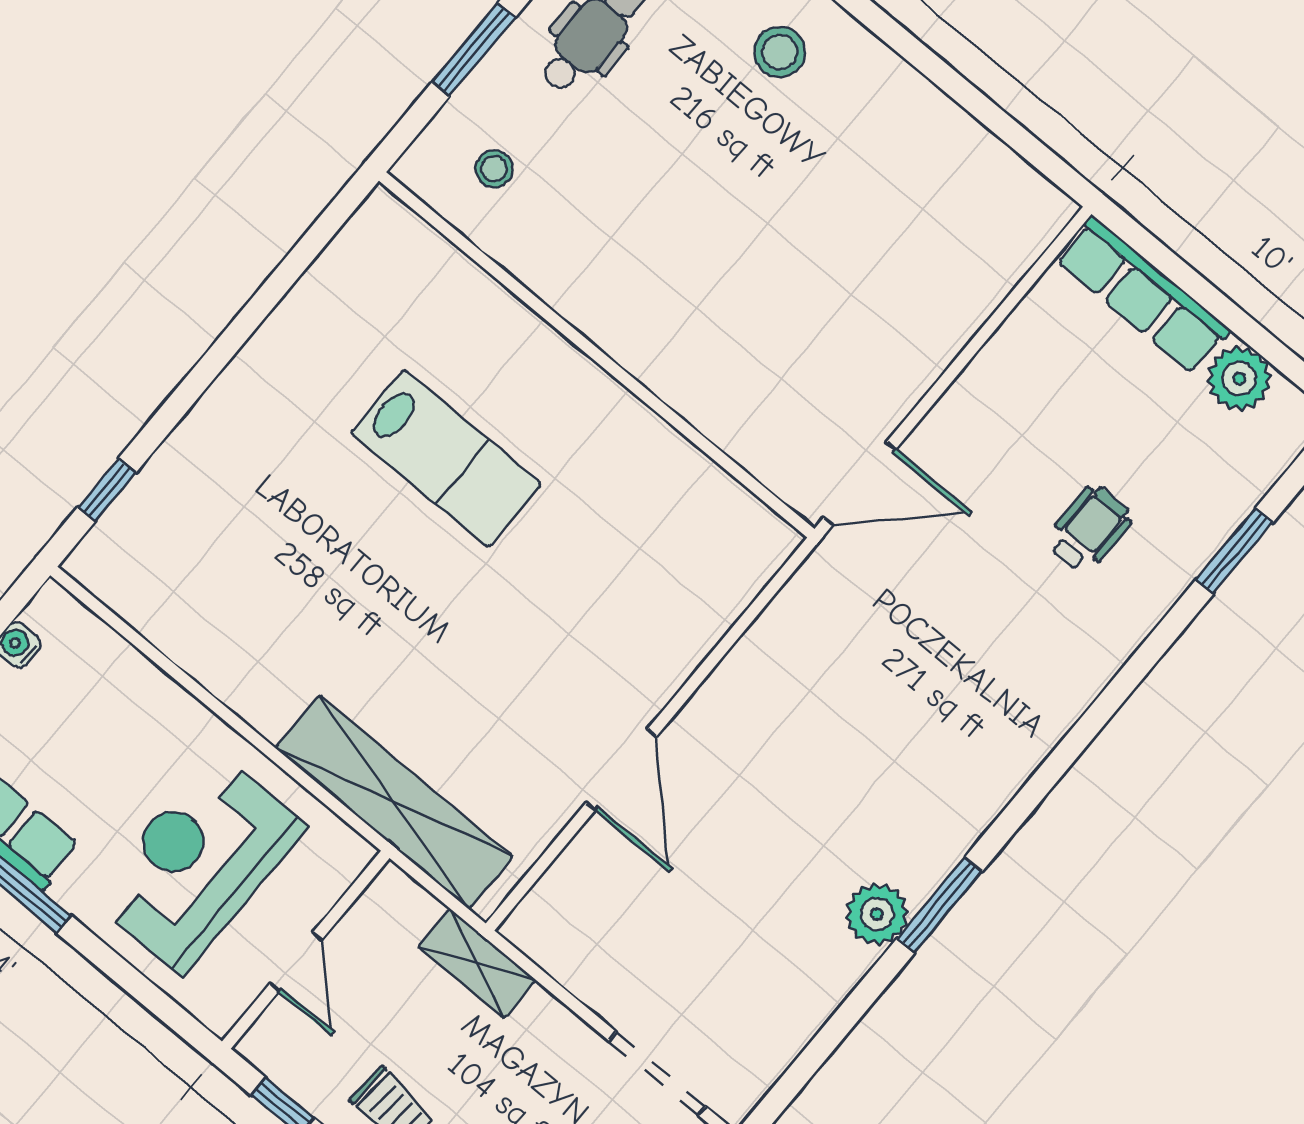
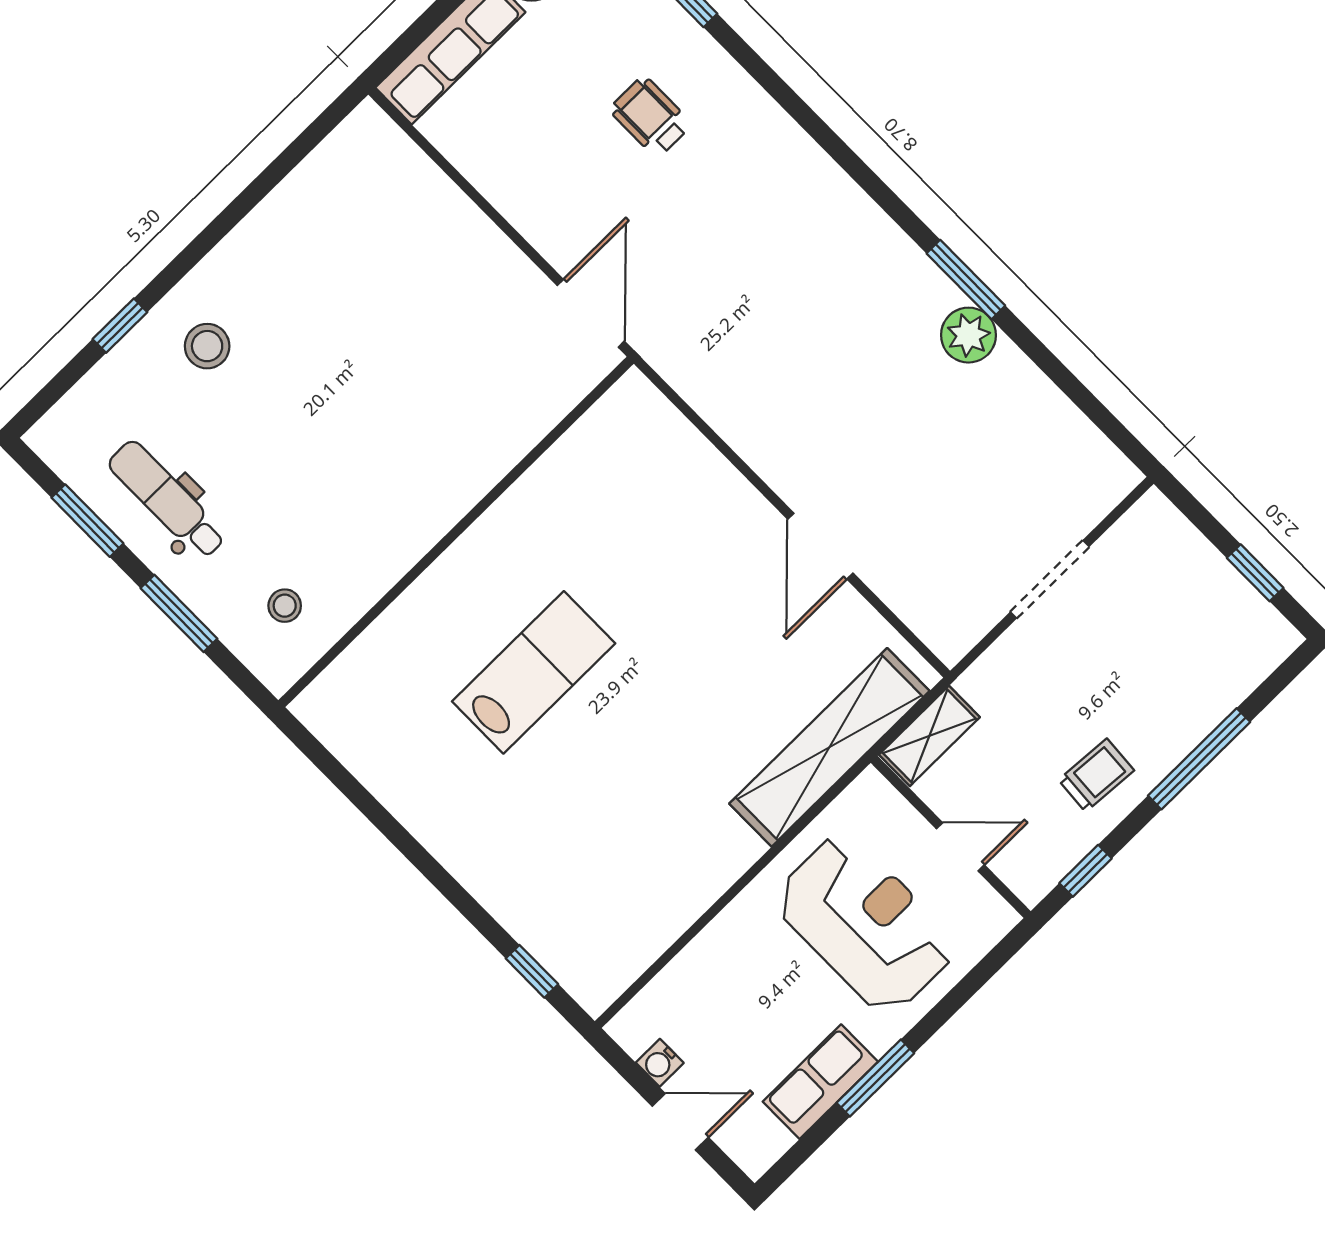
door: (621, 770) -> (820, 546), swing flipped
reception desk: (198, 862) -> (865, 924), turned 180
shelving: (477, 964) -> (929, 736), moved
doorway: (657, 1074) -> (1050, 579), moved

